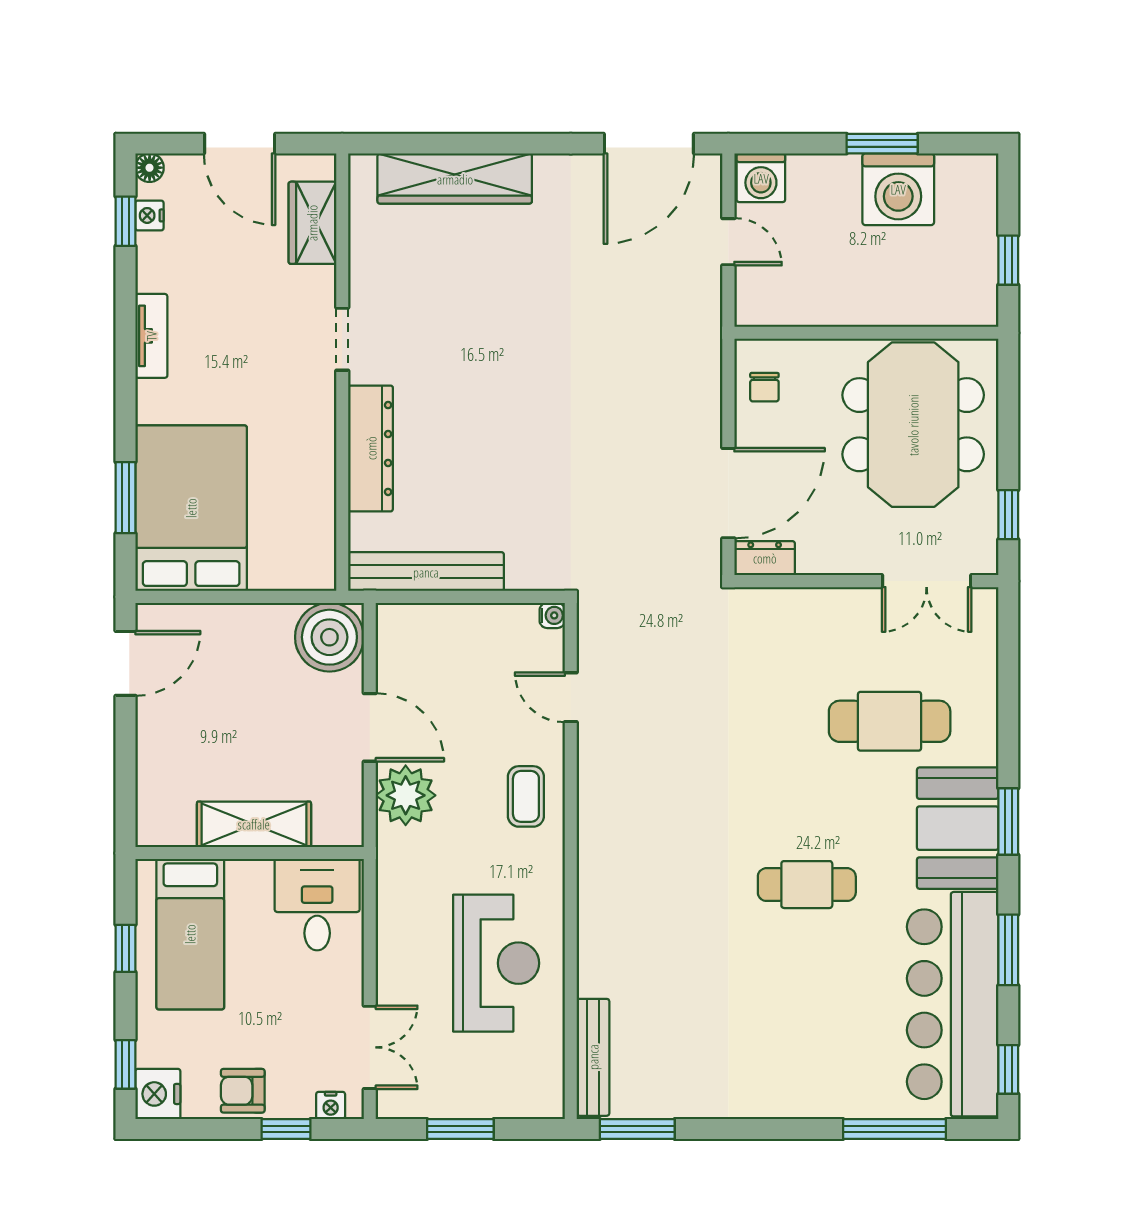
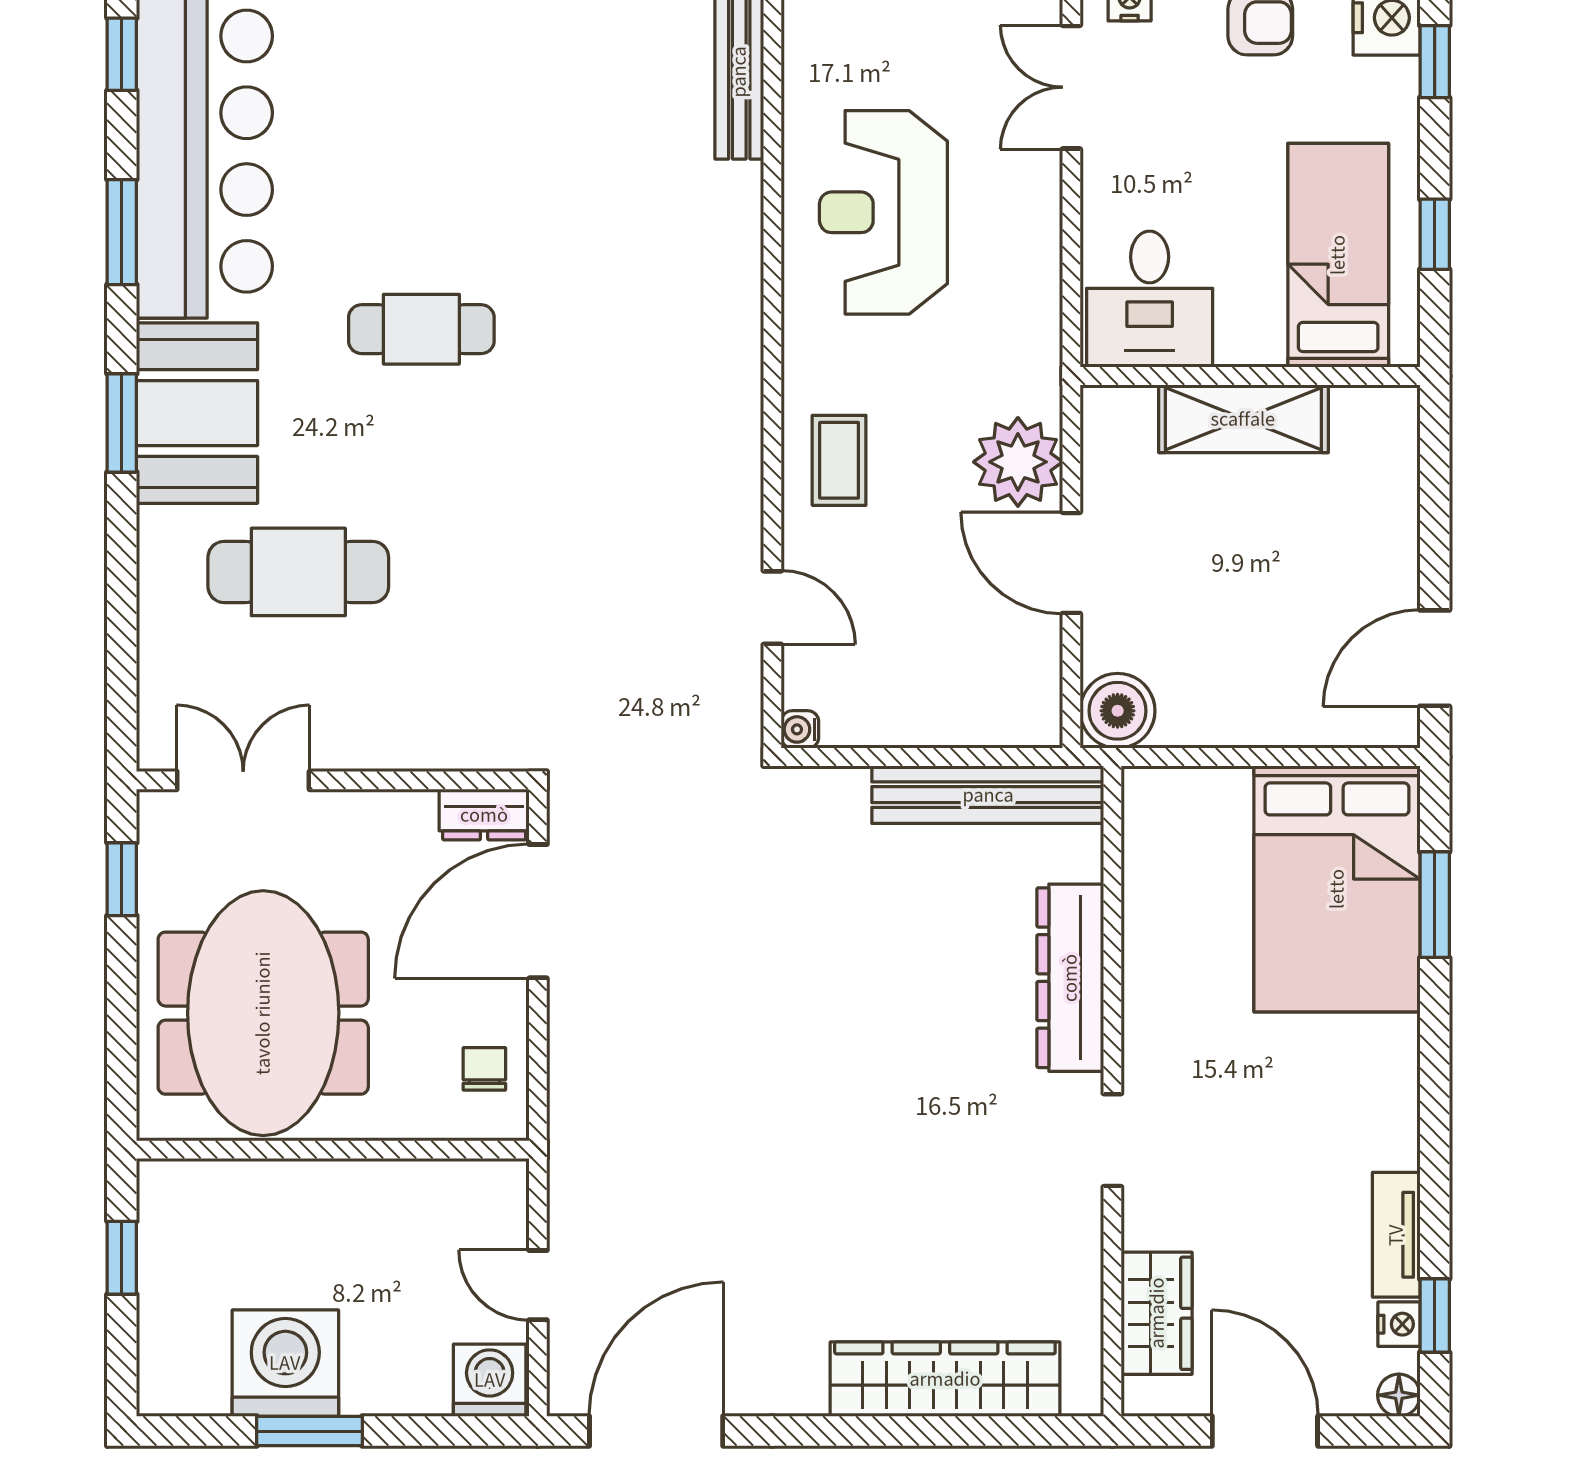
tv unit: (151, 336) -> (1396, 1235), moved
boiler: (329, 637) -> (1118, 711), width x0.73, depth x0.73

